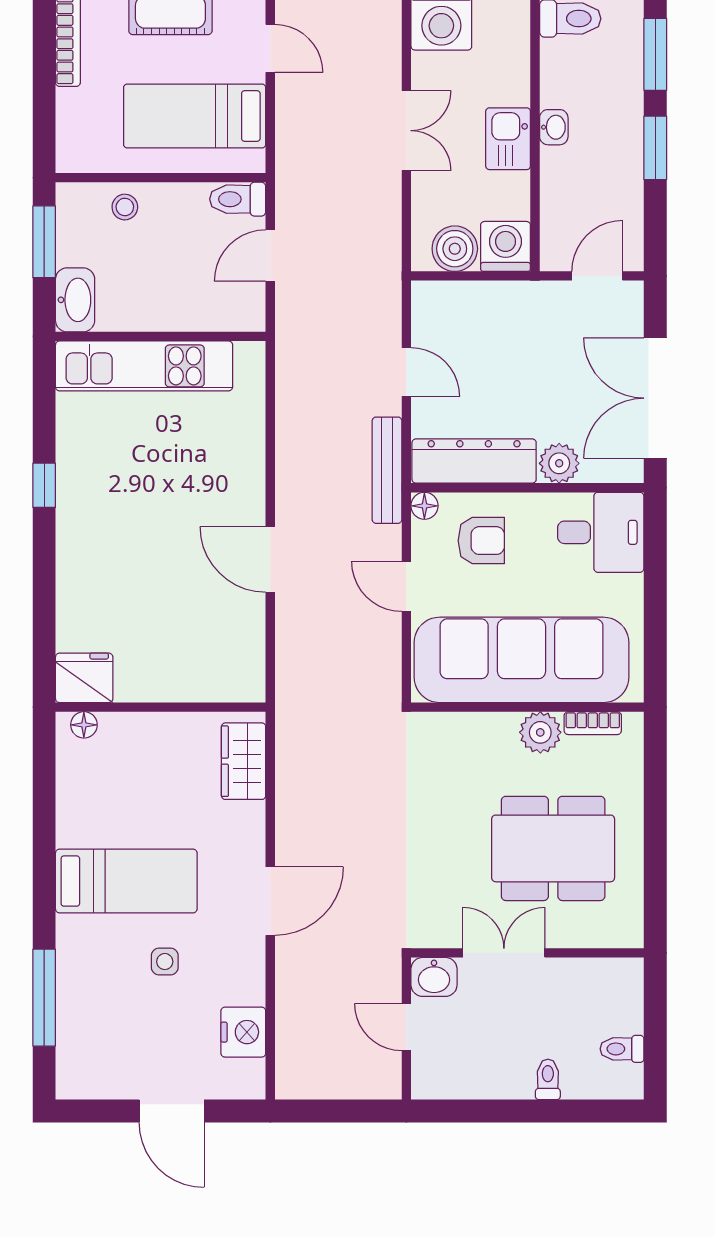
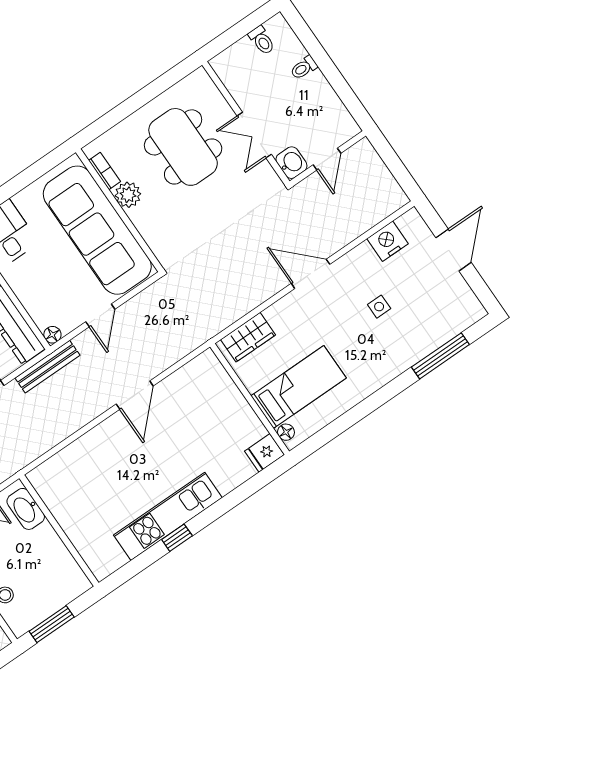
washbasin: (75, 300) -> (26, 509), moved, turned -90
kitchen unit: (144, 366) -> (168, 516), moved, turned -90
armchair: (481, 541) -> (50, 293), removed
fridge: (84, 678) -> (265, 453), width x0.72
bed: (126, 881) -> (299, 387), moved, turned 90

